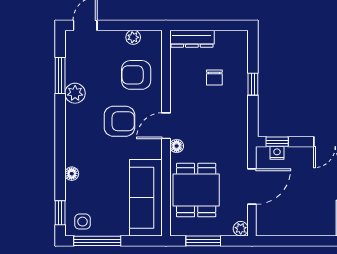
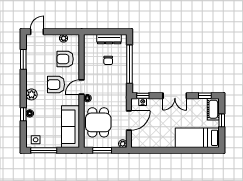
dresser: (192, 39) -> (109, 39), moved
window: (253, 84) -> (129, 64), width x3.17
plant: (75, 93) -> (32, 94), moved
armchair: (119, 121) -> (56, 85), turned 180
window: (60, 213) -> (23, 114), moved

